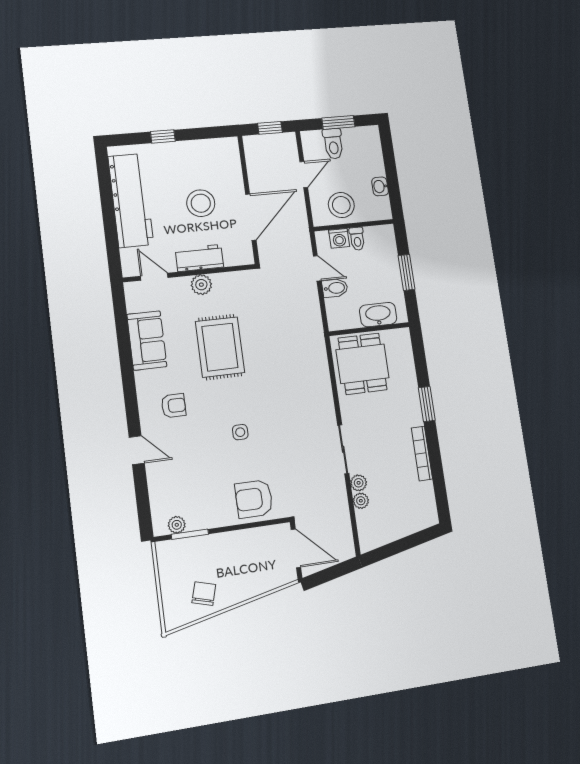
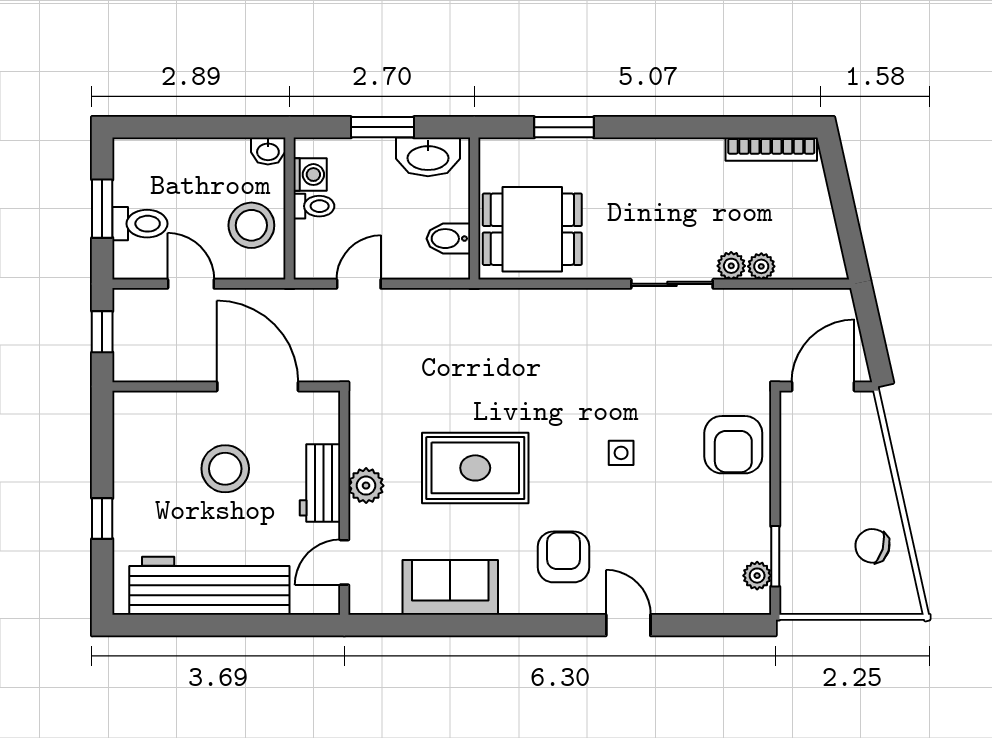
washbasin: (380, 186) -> (268, 151), moved
washing machine: (339, 238) -> (310, 175), moved
bidet: (335, 288) -> (448, 239), moved, turned -90
washbasin: (378, 315) -> (428, 157), moved, turned -90
window: (427, 404) -> (564, 127), moved
armchair: (174, 406) -> (564, 557), width x1.38, depth x1.38
door: (137, 450) -> (628, 625), hinge flipped
bookcase: (422, 453) -> (771, 149), moved

